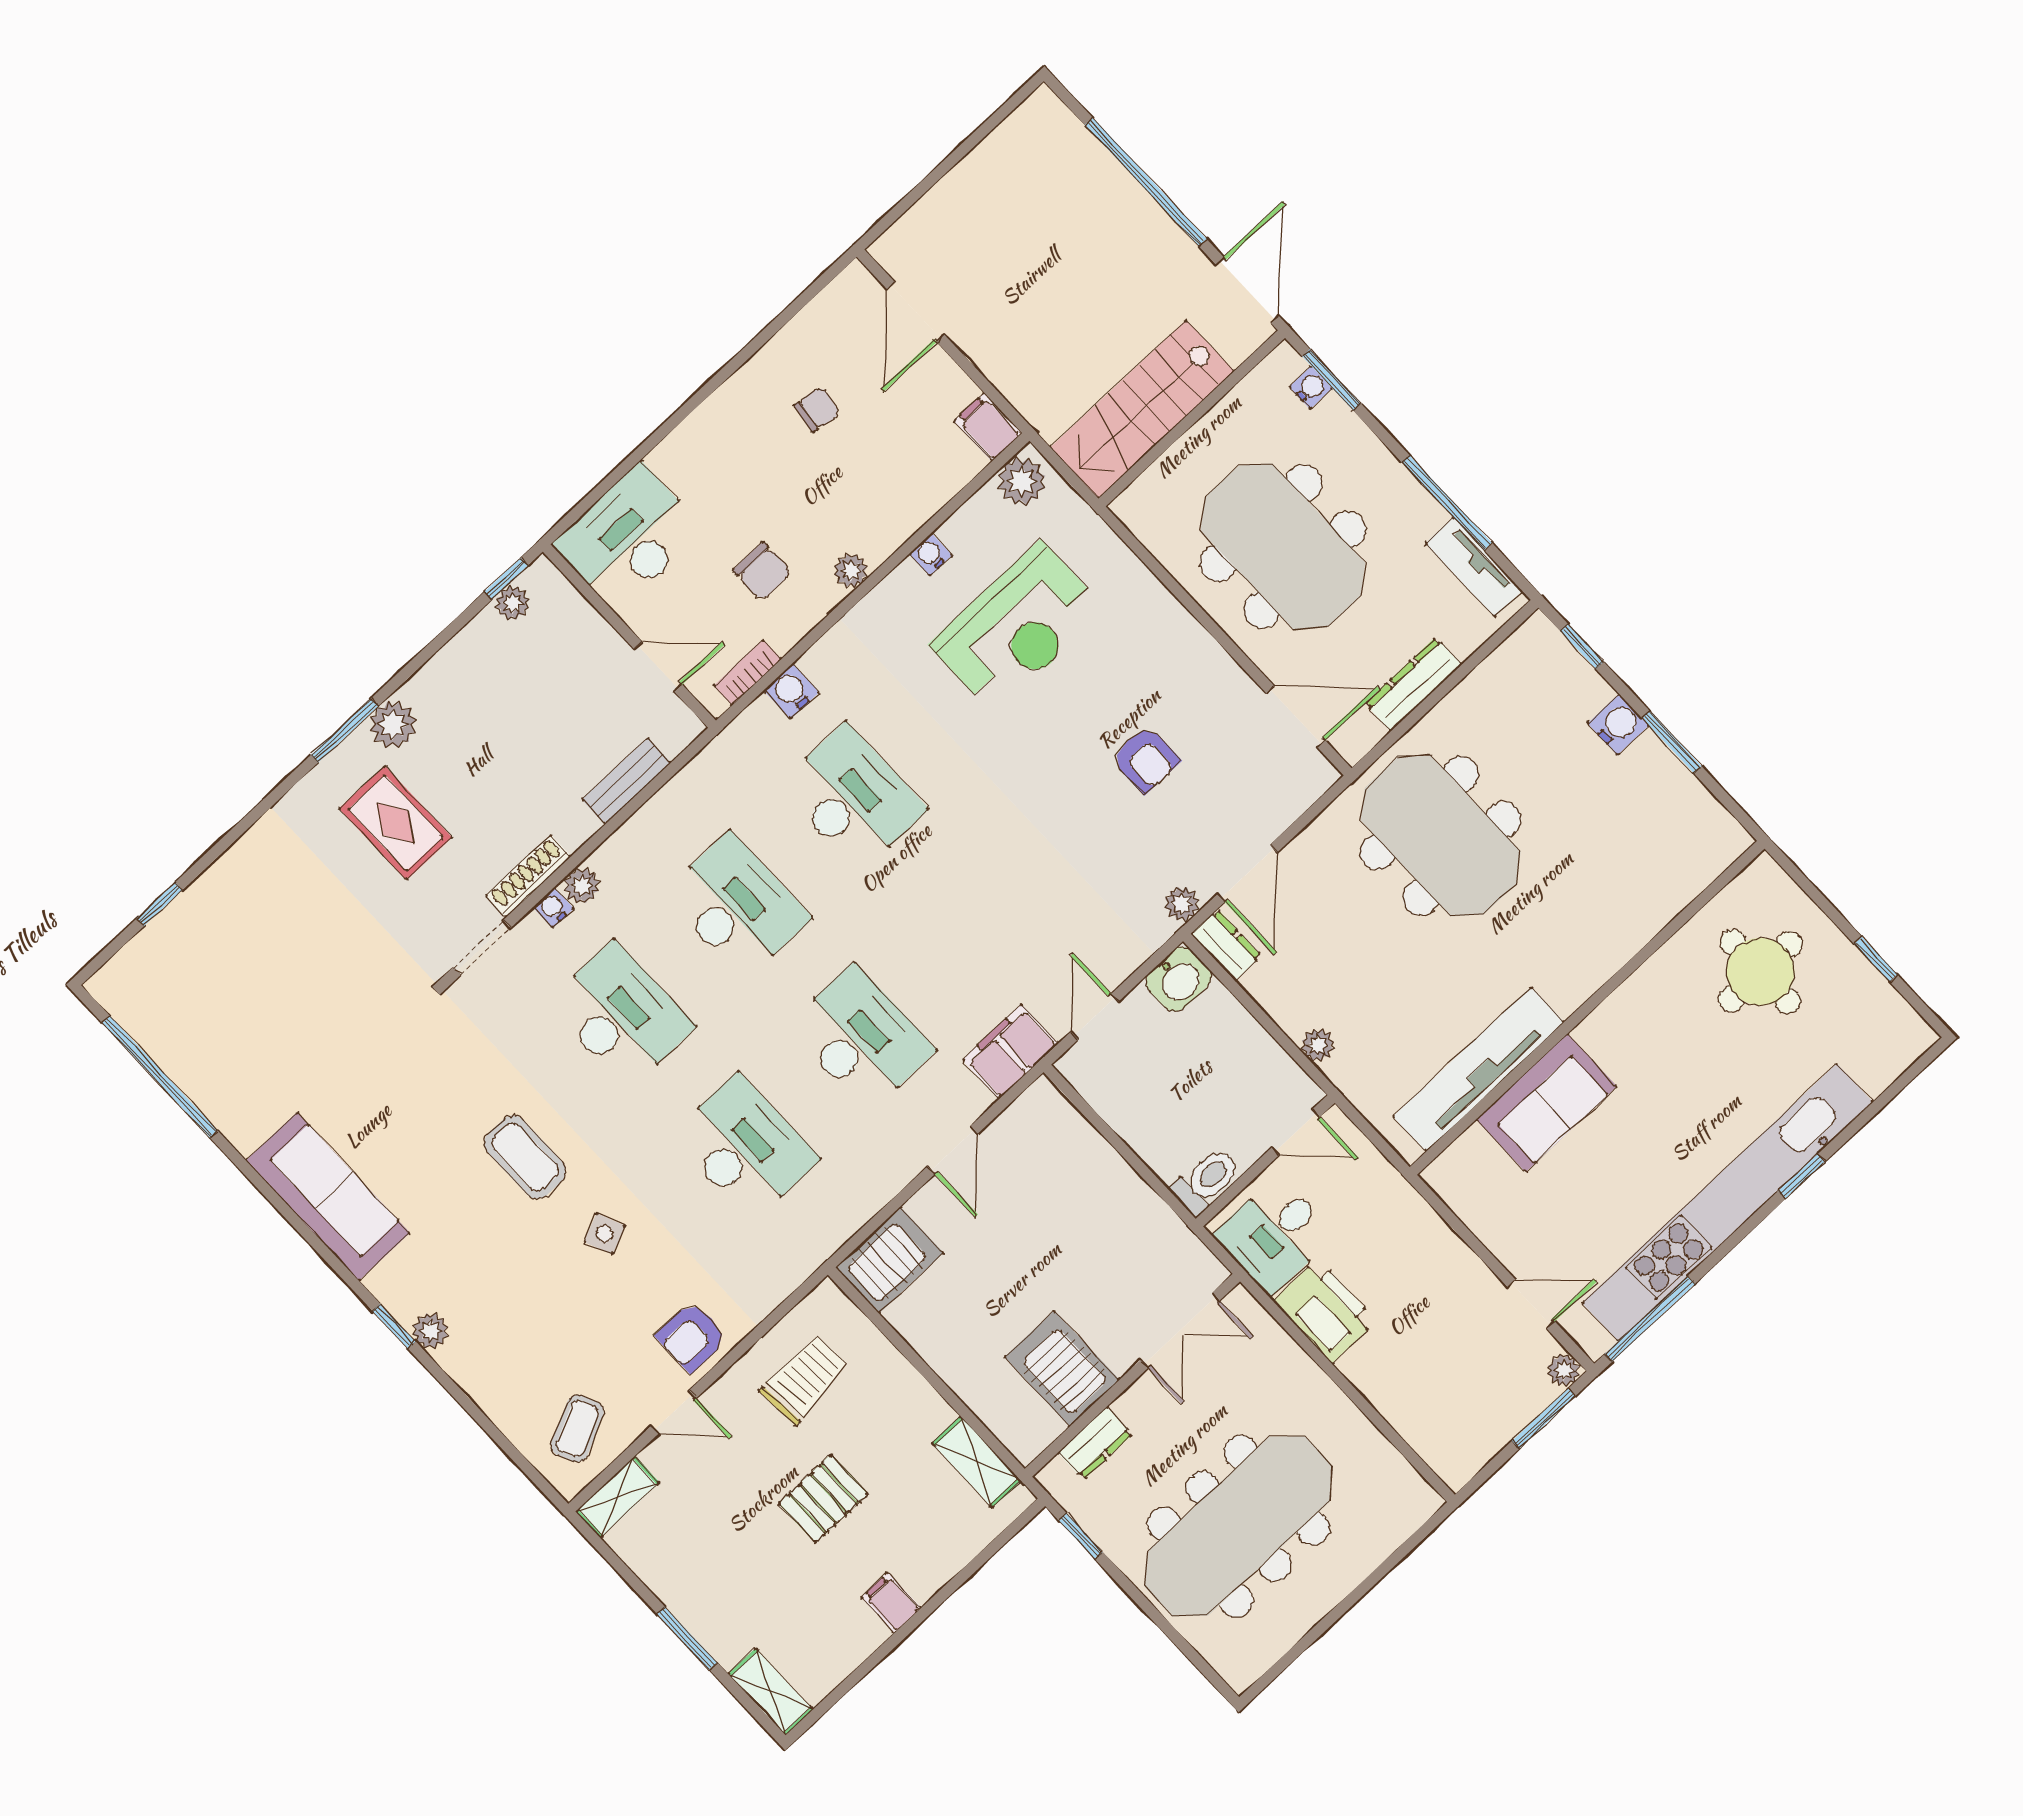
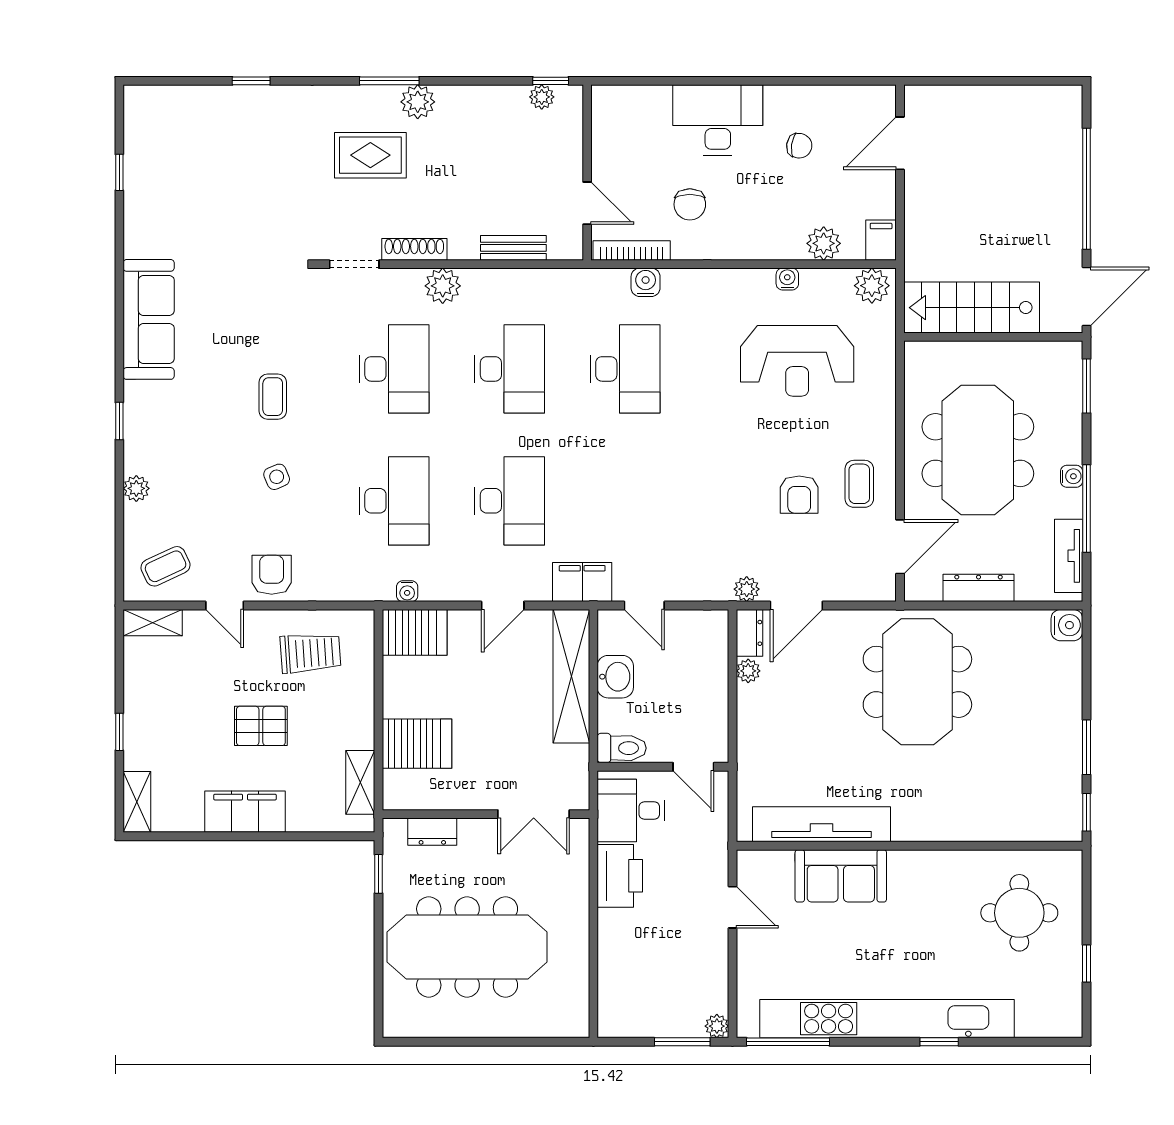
water cooler: (1311, 388) -> (1072, 476), moved
desk: (629, 537) -> (718, 120), moved
plant: (851, 571) -> (824, 243), moved, width x1.38, depth x1.38
window: (1582, 647) -> (1086, 812), moved
bookcase: (748, 672) -> (632, 251), width x1.56
coffee table: (1196, 692) -> (859, 484), added
door: (1296, 717) -> (900, 547), hinge flipped
water cooler: (1618, 724) -> (1067, 625), moved
rug: (396, 823) -> (370, 155), turned 90
plant: (582, 886) -> (443, 286), width x1.38, depth x1.38
window: (160, 904) -> (251, 81), moved
water cooler: (553, 908) -> (407, 591), moved, turned 180
washbasin: (1179, 979) -> (615, 677), moved, turned -90
door: (1095, 1017) -> (644, 606), swing flipped
plant: (1318, 1045) -> (748, 671), moved
window: (160, 1077) -> (119, 172), width x0.32
shelving: (1088, 1156) -> (571, 676), added
coffee table: (525, 1157) -> (273, 397), width x0.73, depth x0.77
door: (1531, 1304) -> (732, 907), moved
plant: (431, 1331) -> (136, 488), moved
armchair: (692, 1337) -> (272, 575), turned 90
server rack: (1062, 1369) -> (417, 744), moved, turned 90
filing cabinet: (891, 1603) -> (245, 812), width x3.00, depth x1.17
window: (687, 1638) -> (119, 732), width x0.67

